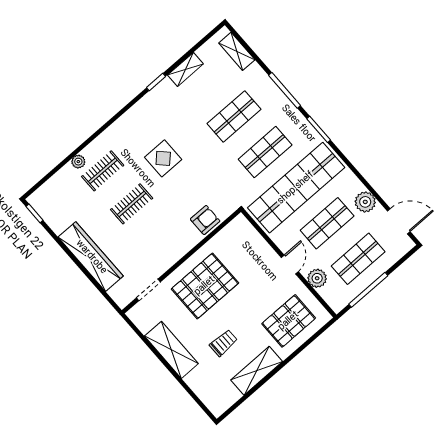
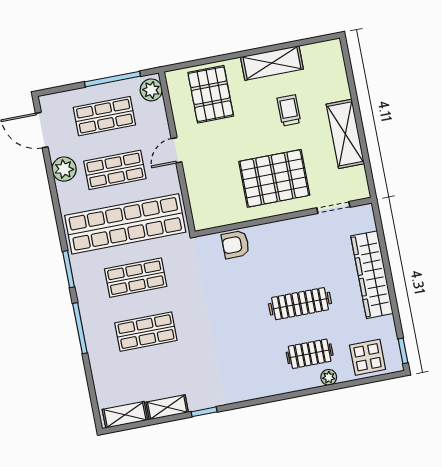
shelving: (237, 51) -> (125, 415), moved, turned 90
display table: (163, 158) -> (368, 357), moved
clothes rail: (132, 204) -> (300, 304), width x1.36
plant: (317, 278) -> (151, 90), moved
pallet: (289, 321) -> (211, 94), turned 90
trolley: (223, 343) -> (289, 110), turned 90

